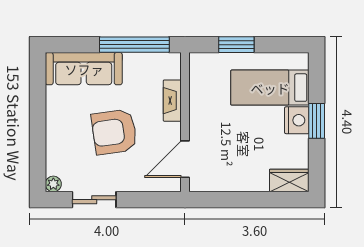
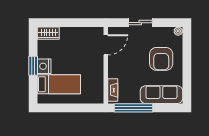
window: (236, 45) -> (77, 108), removed
fireplace: (172, 101) -> (113, 90), moved
armchair: (114, 132) -> (161, 59), moved, turned 98
sliding door: (94, 200) -> (140, 23), moved

